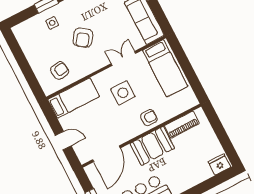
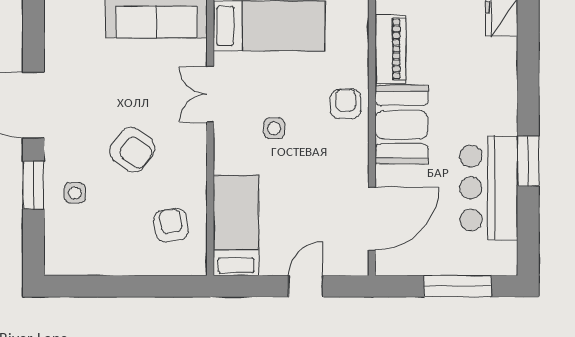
side table: (123, 93) -> (274, 128), width x0.54, depth x0.54
door: (106, 154) -> (372, 219), hinge flipped

